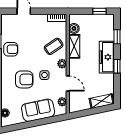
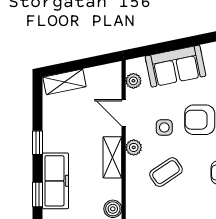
coffee table: (54, 46) -> (166, 172), moved
shelving: (74, 46) -> (112, 157), moved
freezer: (107, 57) -> (55, 181), moved

